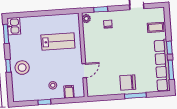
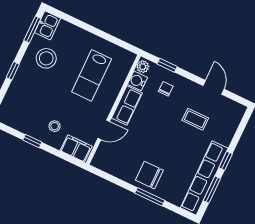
coffee table: (156, 27) -> (195, 119), moved
water cooler: (88, 29) -> (137, 81), added
lab bench: (58, 41) -> (92, 75), turned 90
row of seats: (90, 48) -> (127, 106), added
stool: (22, 68) -> (46, 58), moved
filing cabinet: (69, 92) -> (76, 148), width x2.00

